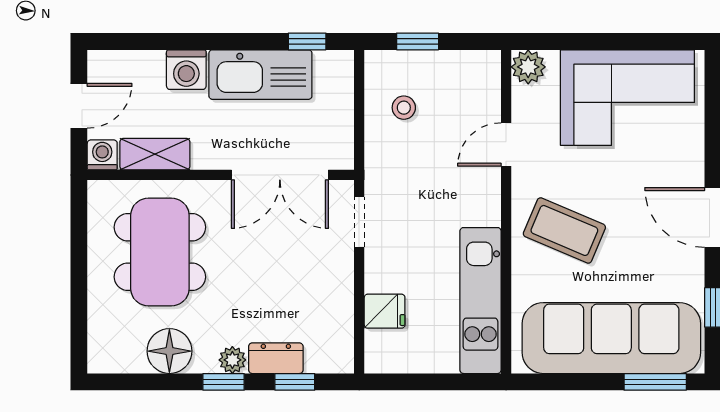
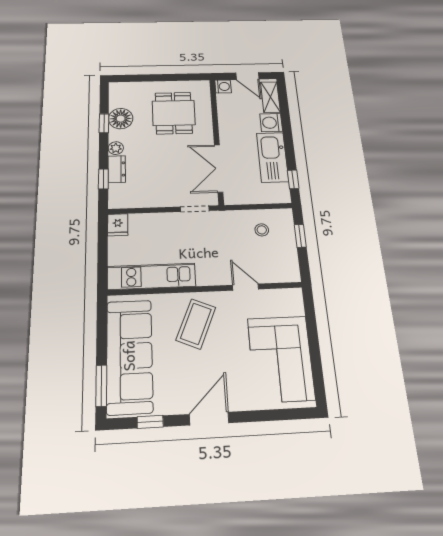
plant: (528, 67) -> (293, 298), removed
shelving: (155, 154) -> (270, 97), moved
dining table: (160, 252) -> (174, 113), width x0.73
fridge: (385, 311) -> (118, 225), moved
window: (224, 382) -> (104, 123), moved

